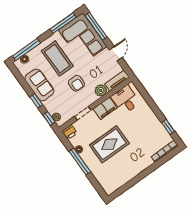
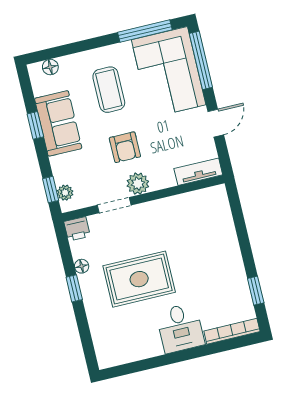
window: (26, 49) -> (61, 51), removed
coffee table: (57, 59) -> (109, 90), width x0.73, depth x0.76
plant: (101, 90) -> (138, 184), moved
desk: (126, 100) -> (180, 328), moved, turned 180
window: (36, 101) -> (35, 125), moved
filing cabinet: (105, 108) -> (157, 213), removed
window: (80, 162) -> (74, 288), width x0.46

